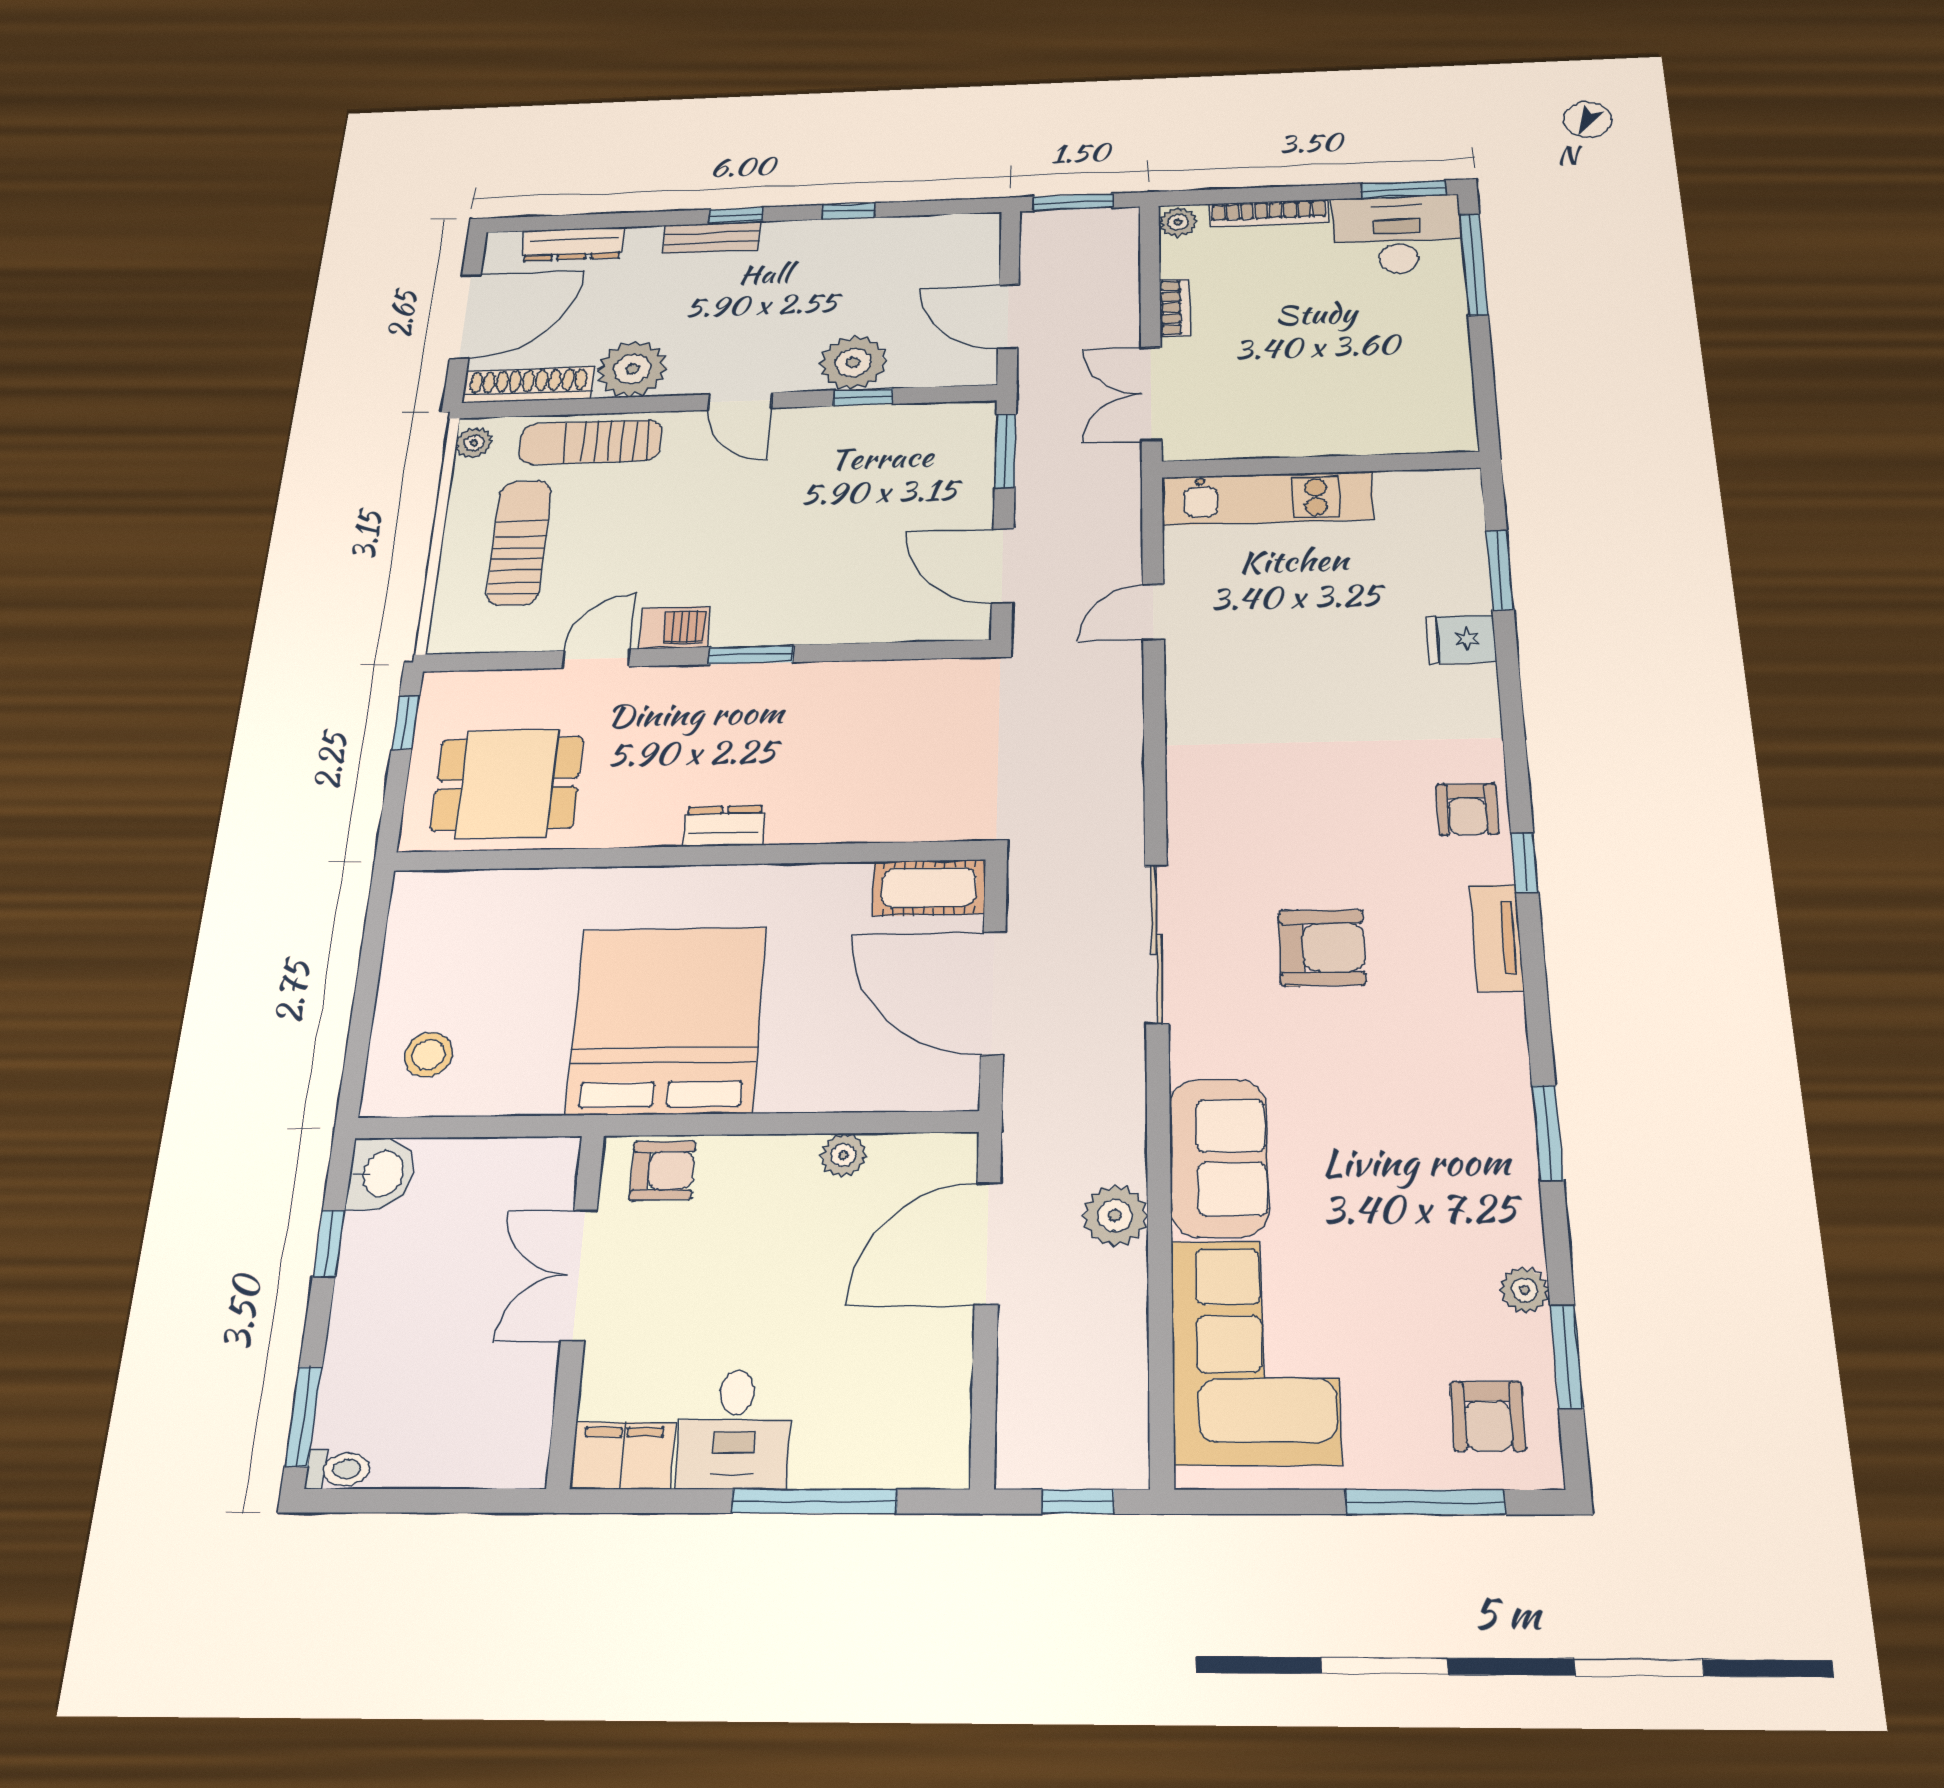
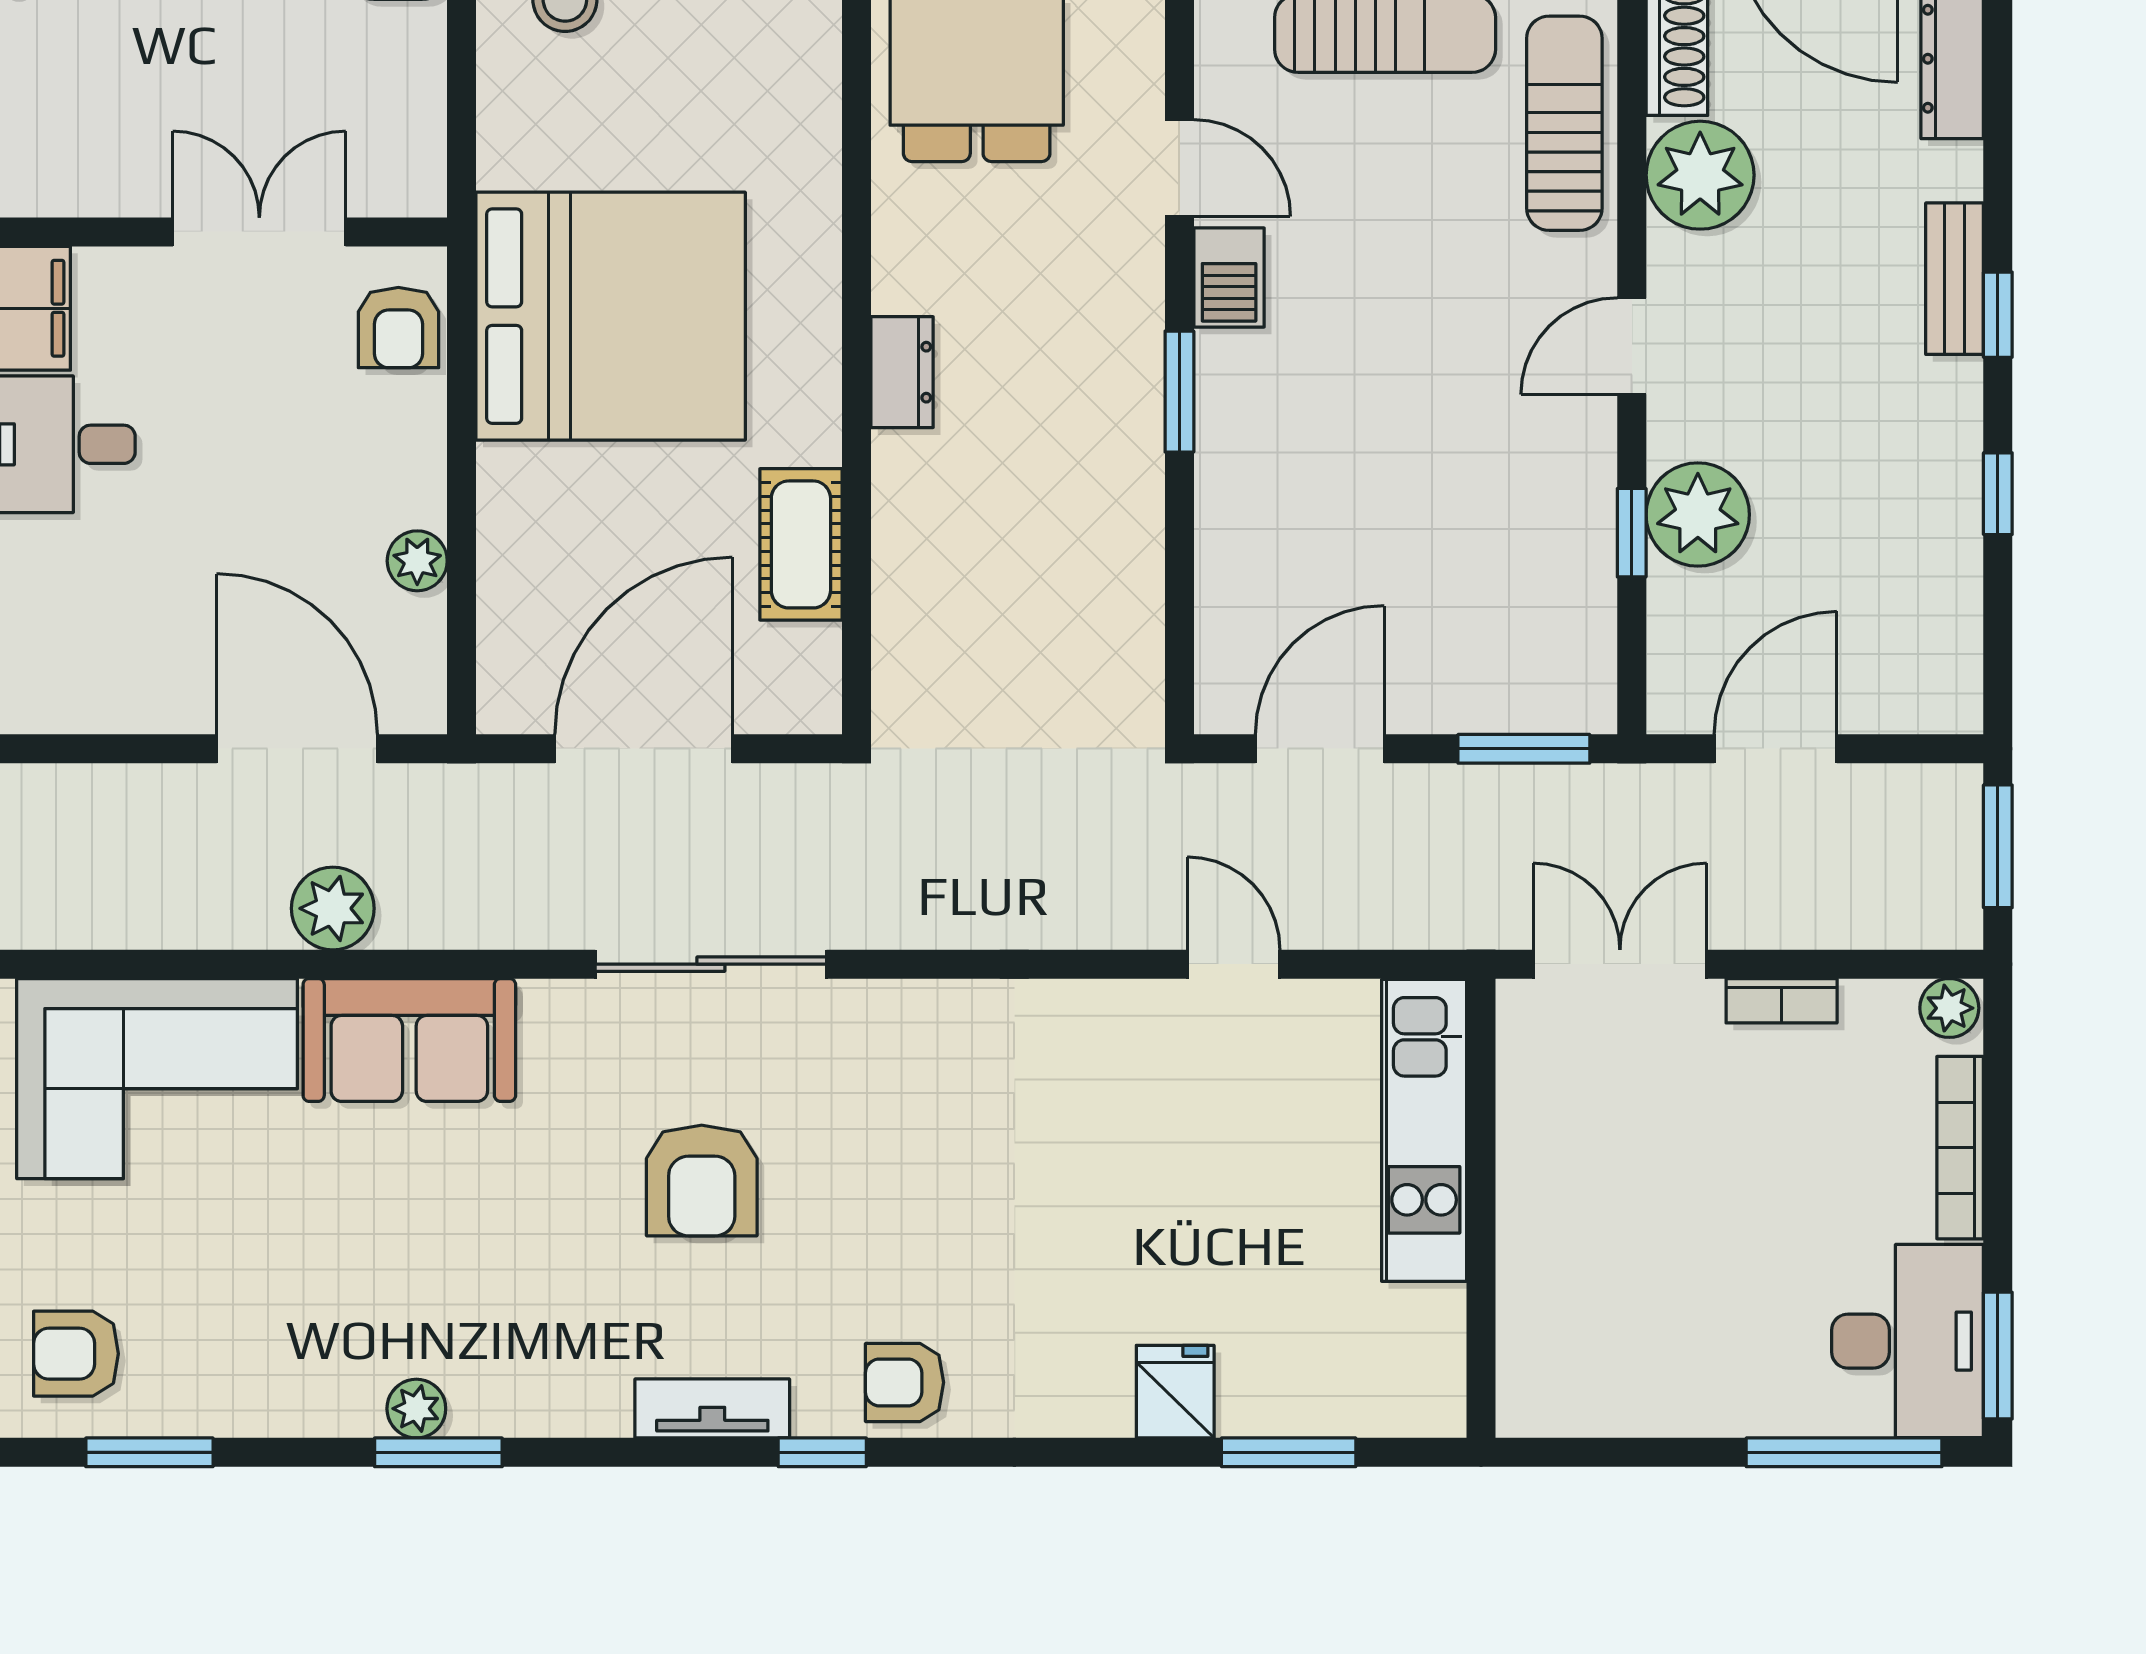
cot: (929, 888) -> (801, 544), moved
plant: (1525, 1290) -> (416, 1409), moved

